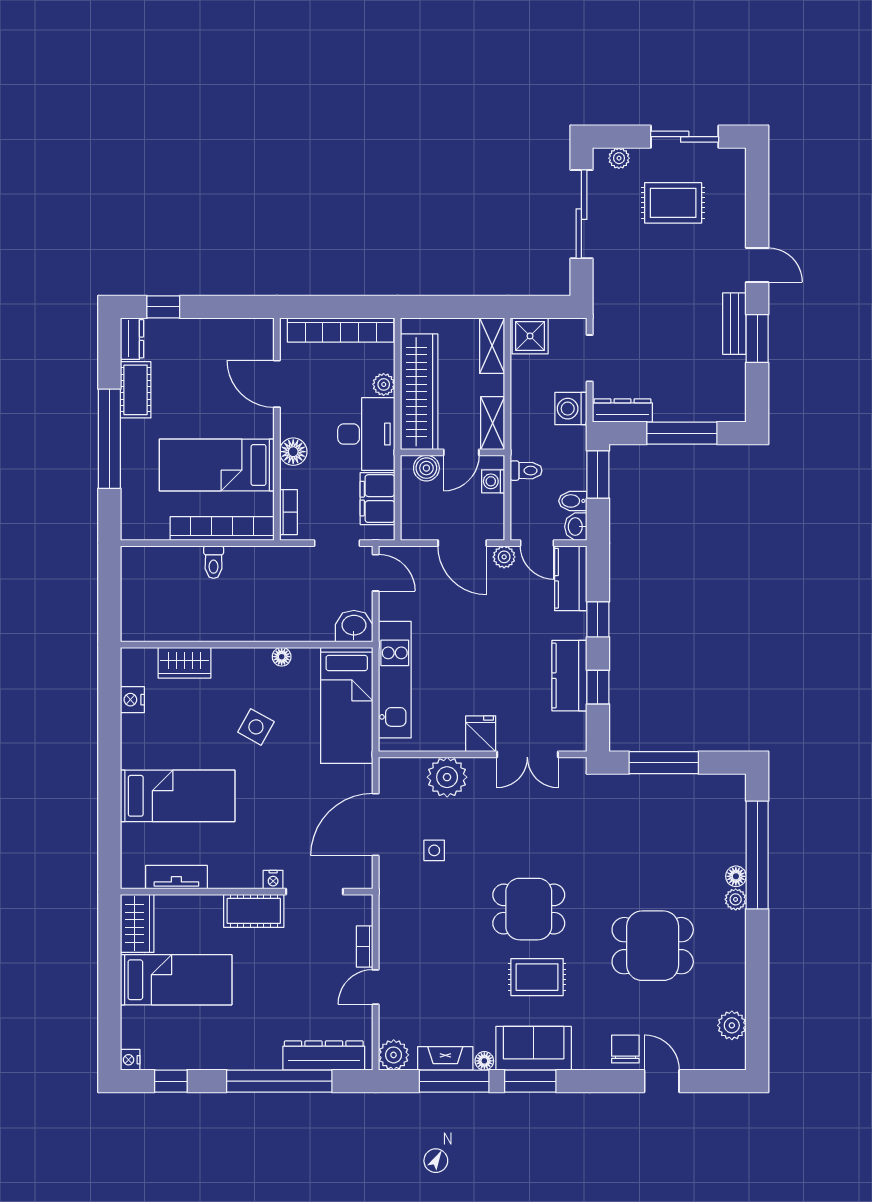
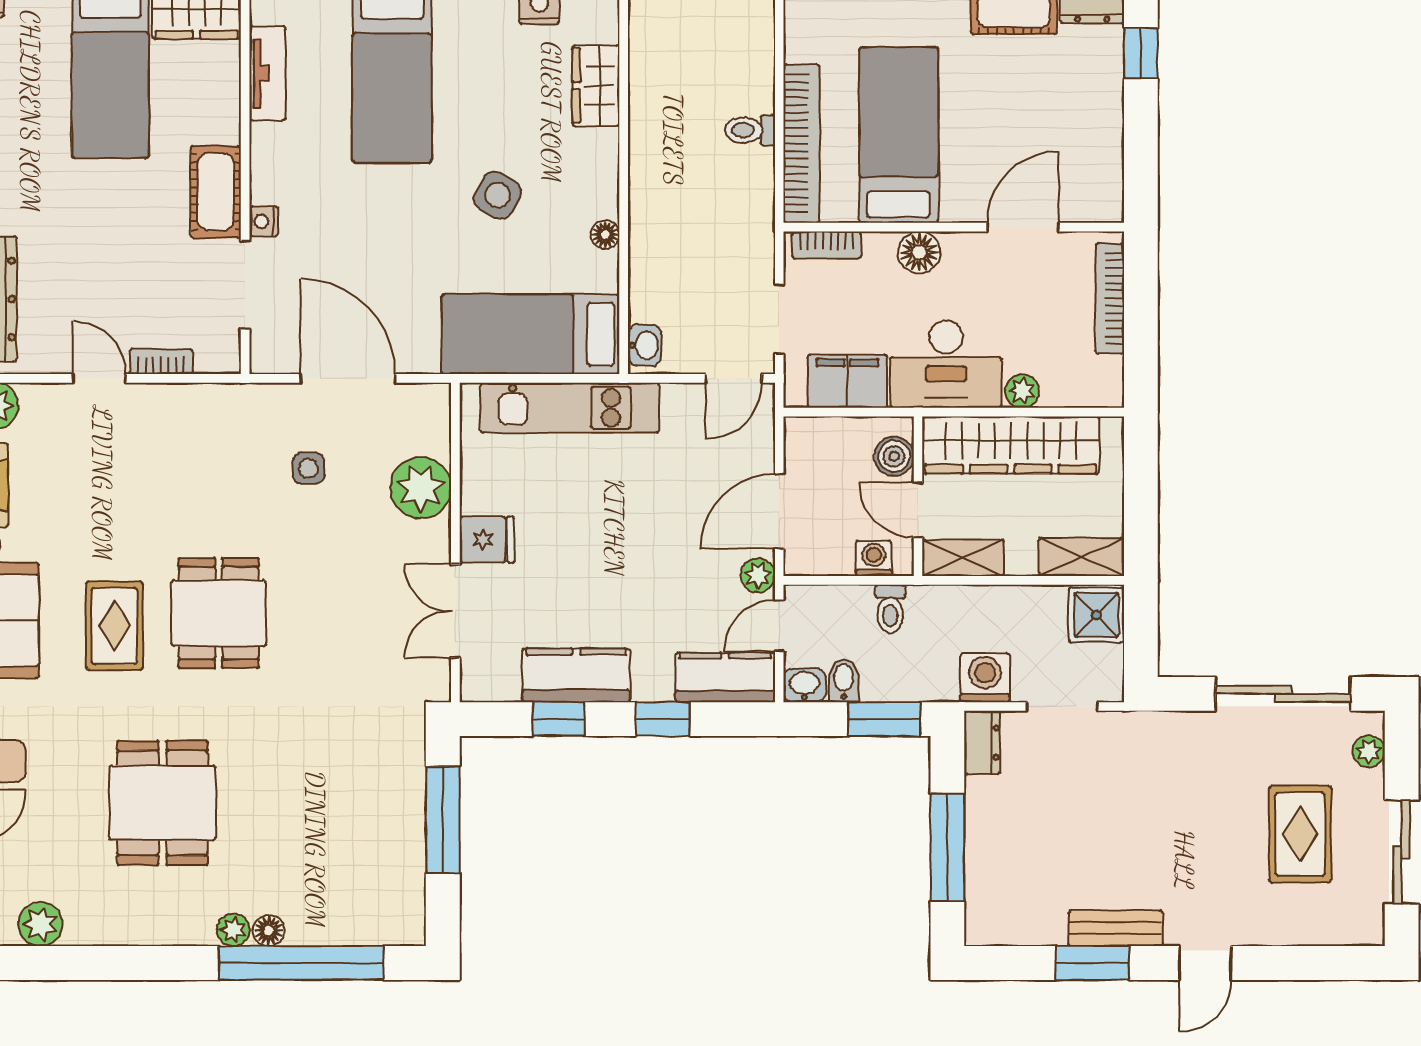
bookcase: (341, 330) -> (1110, 298), width x0.68, depth x0.76
dresser: (622, 411) -> (982, 743), width x0.70
washbasin: (354, 626) -> (645, 345), width x0.72, depth x0.69

